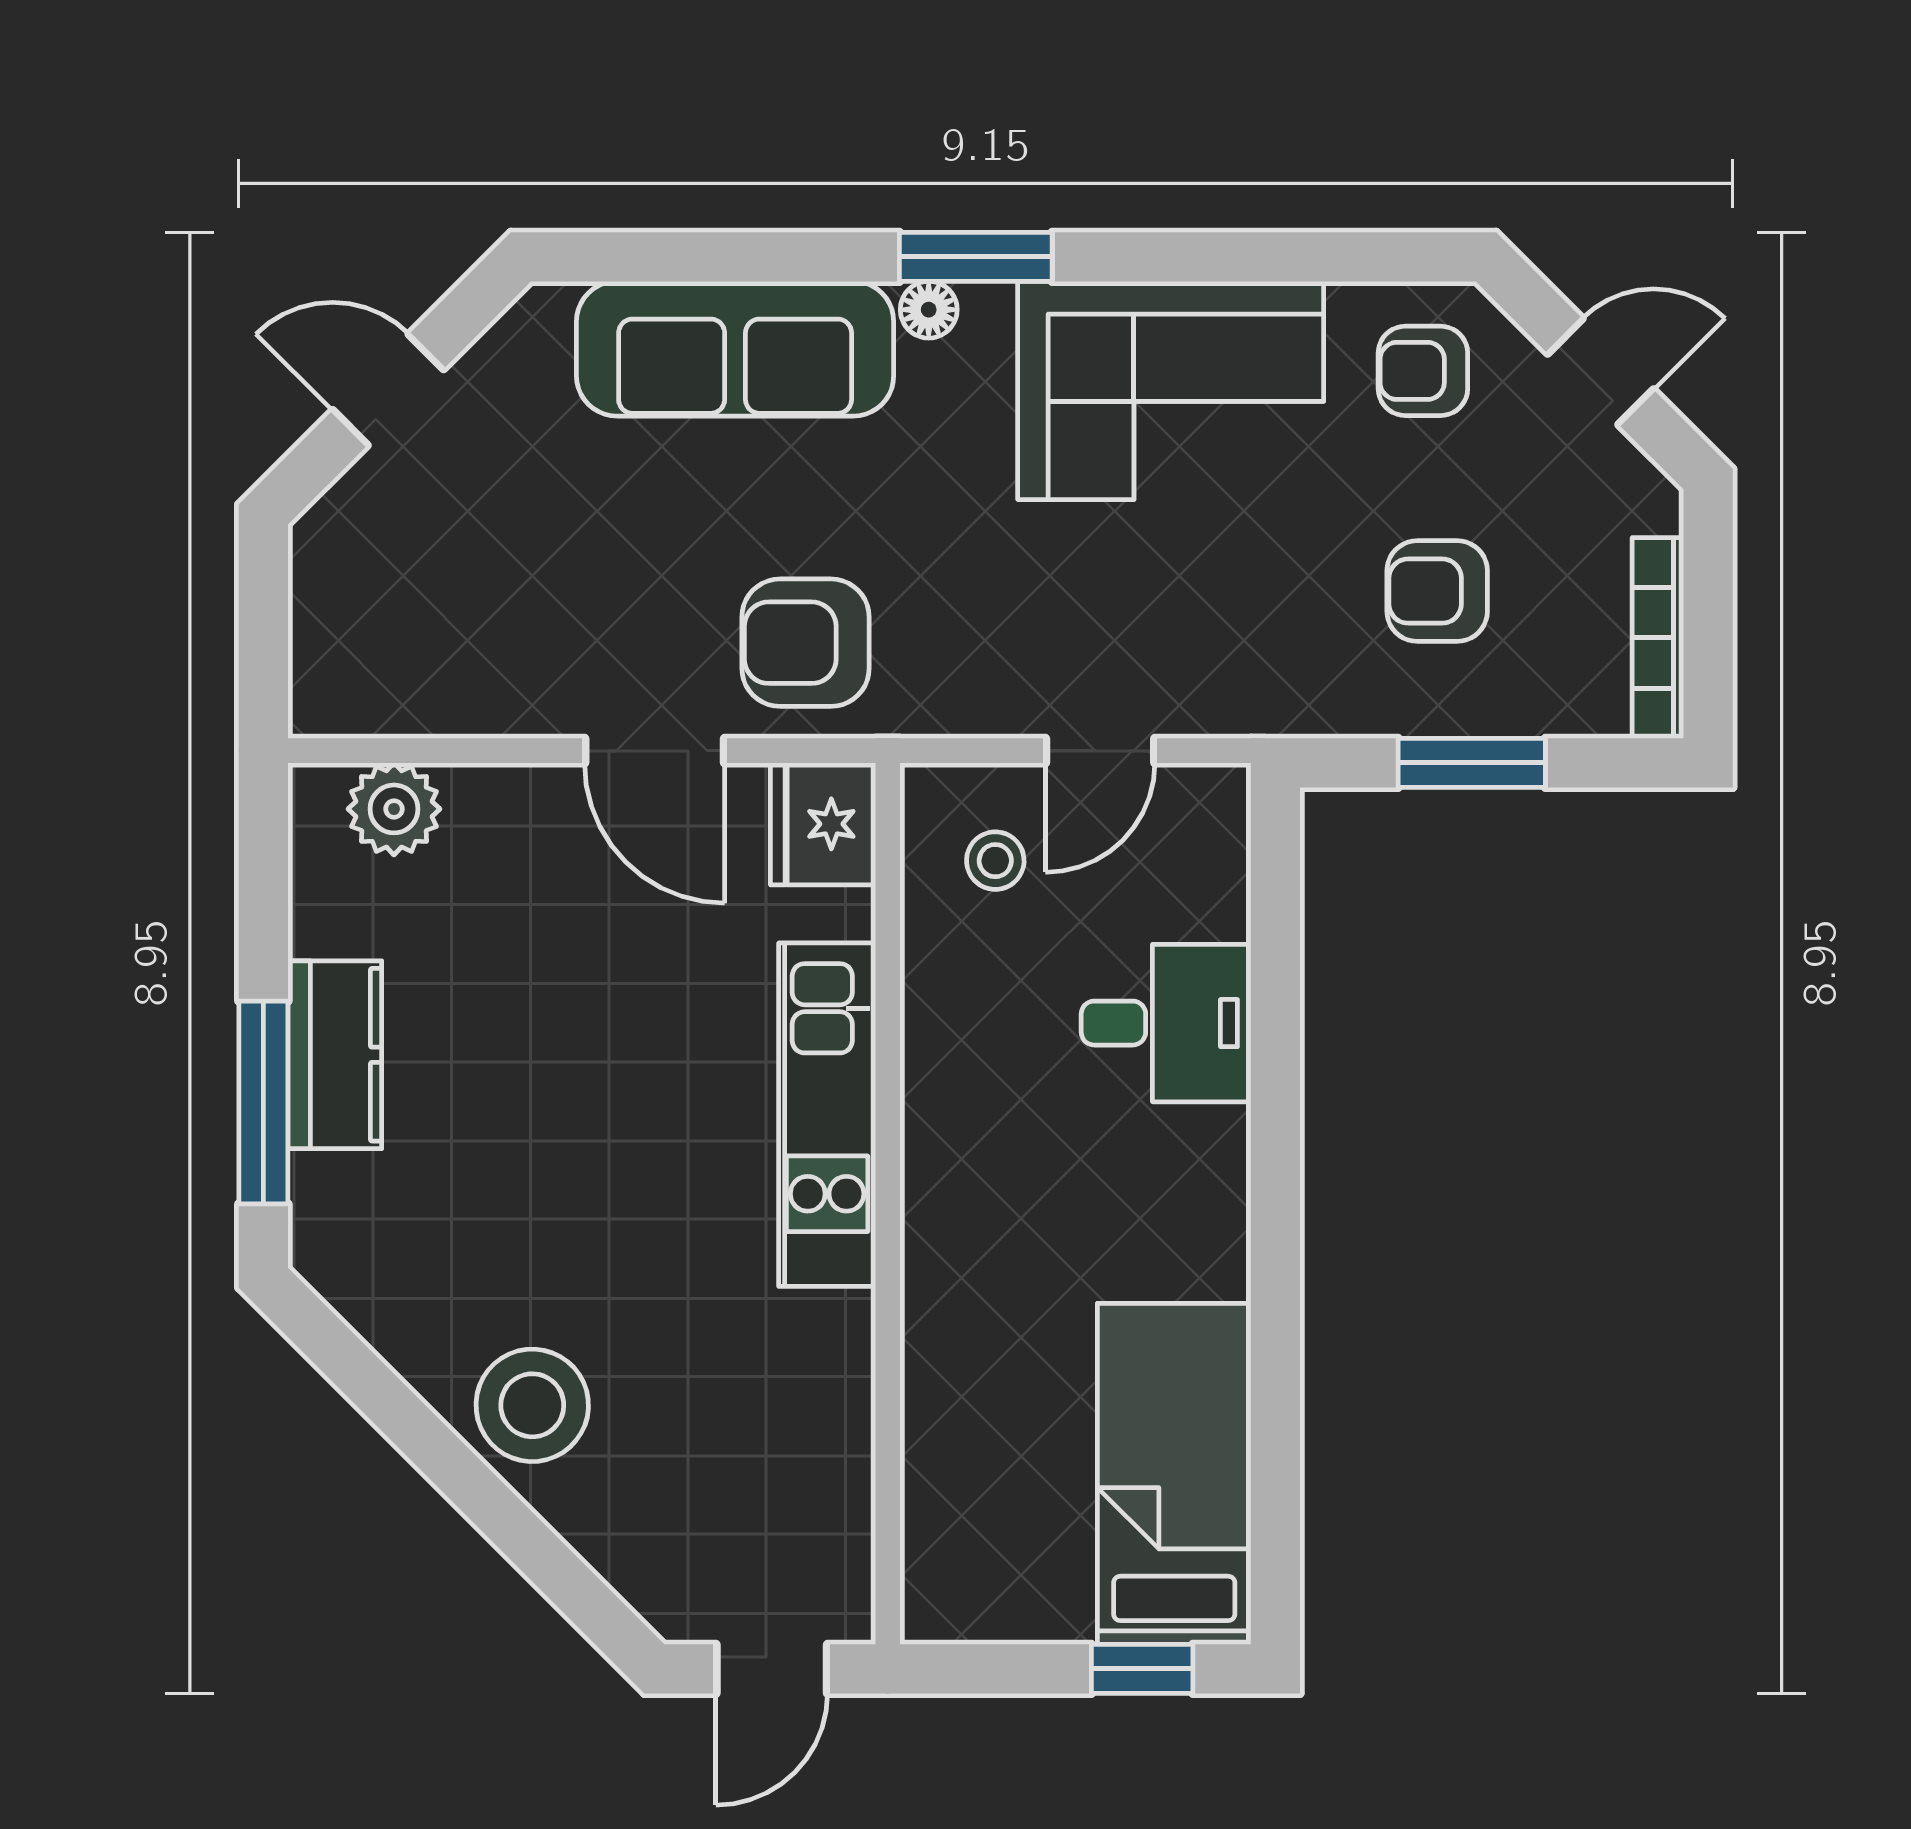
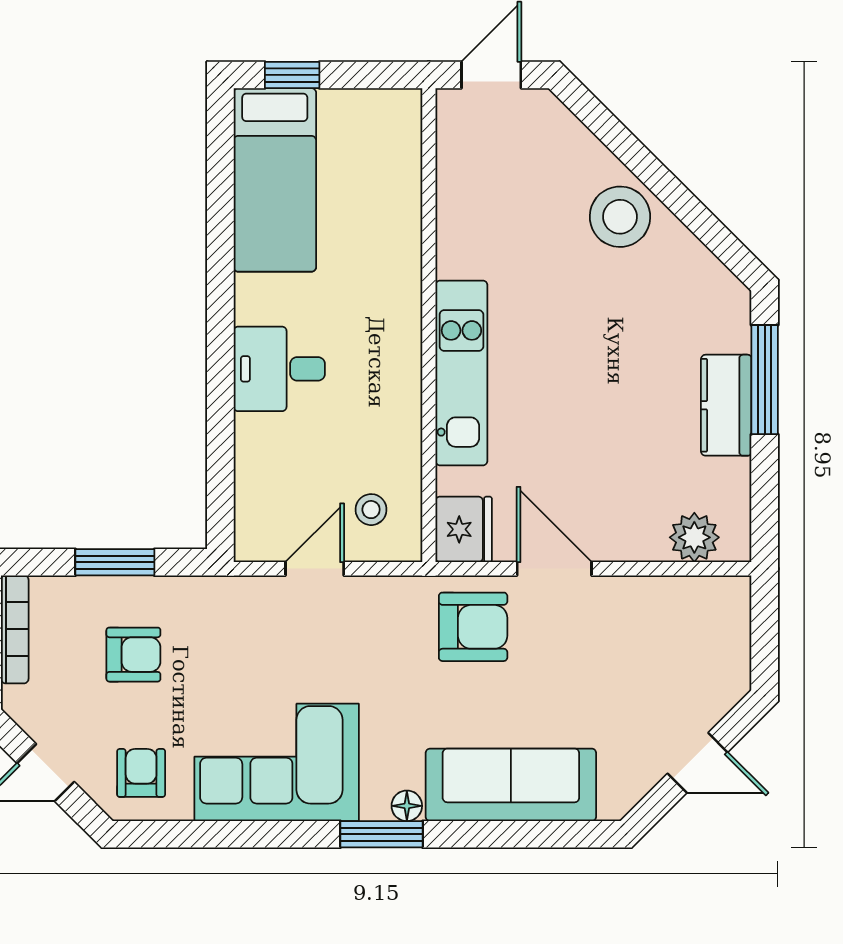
armchair: (1423, 371) -> (141, 773), turned -90
desk: (1166, 1023) -> (279, 369), moved

